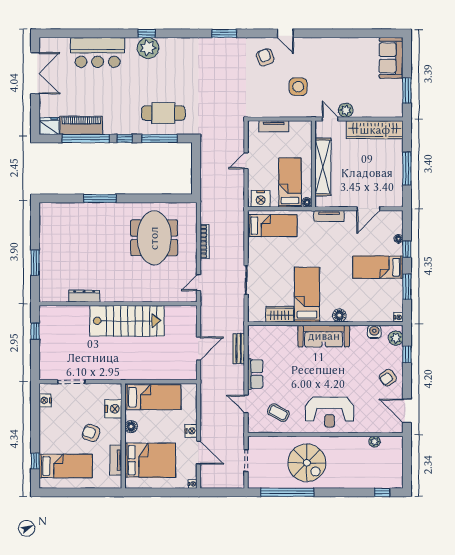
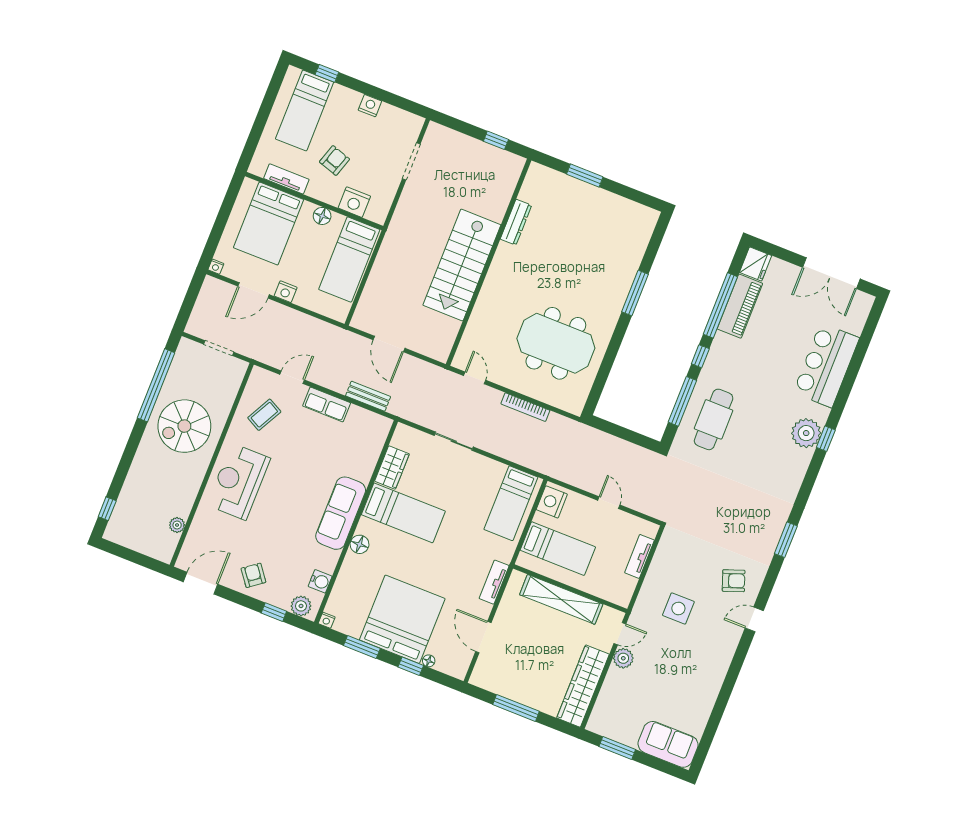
floor lamp: (307, 202) -> (523, 560), removed
bed: (378, 267) -> (402, 619), width x2.04
nightstand: (45, 400) -> (370, 106), moved

